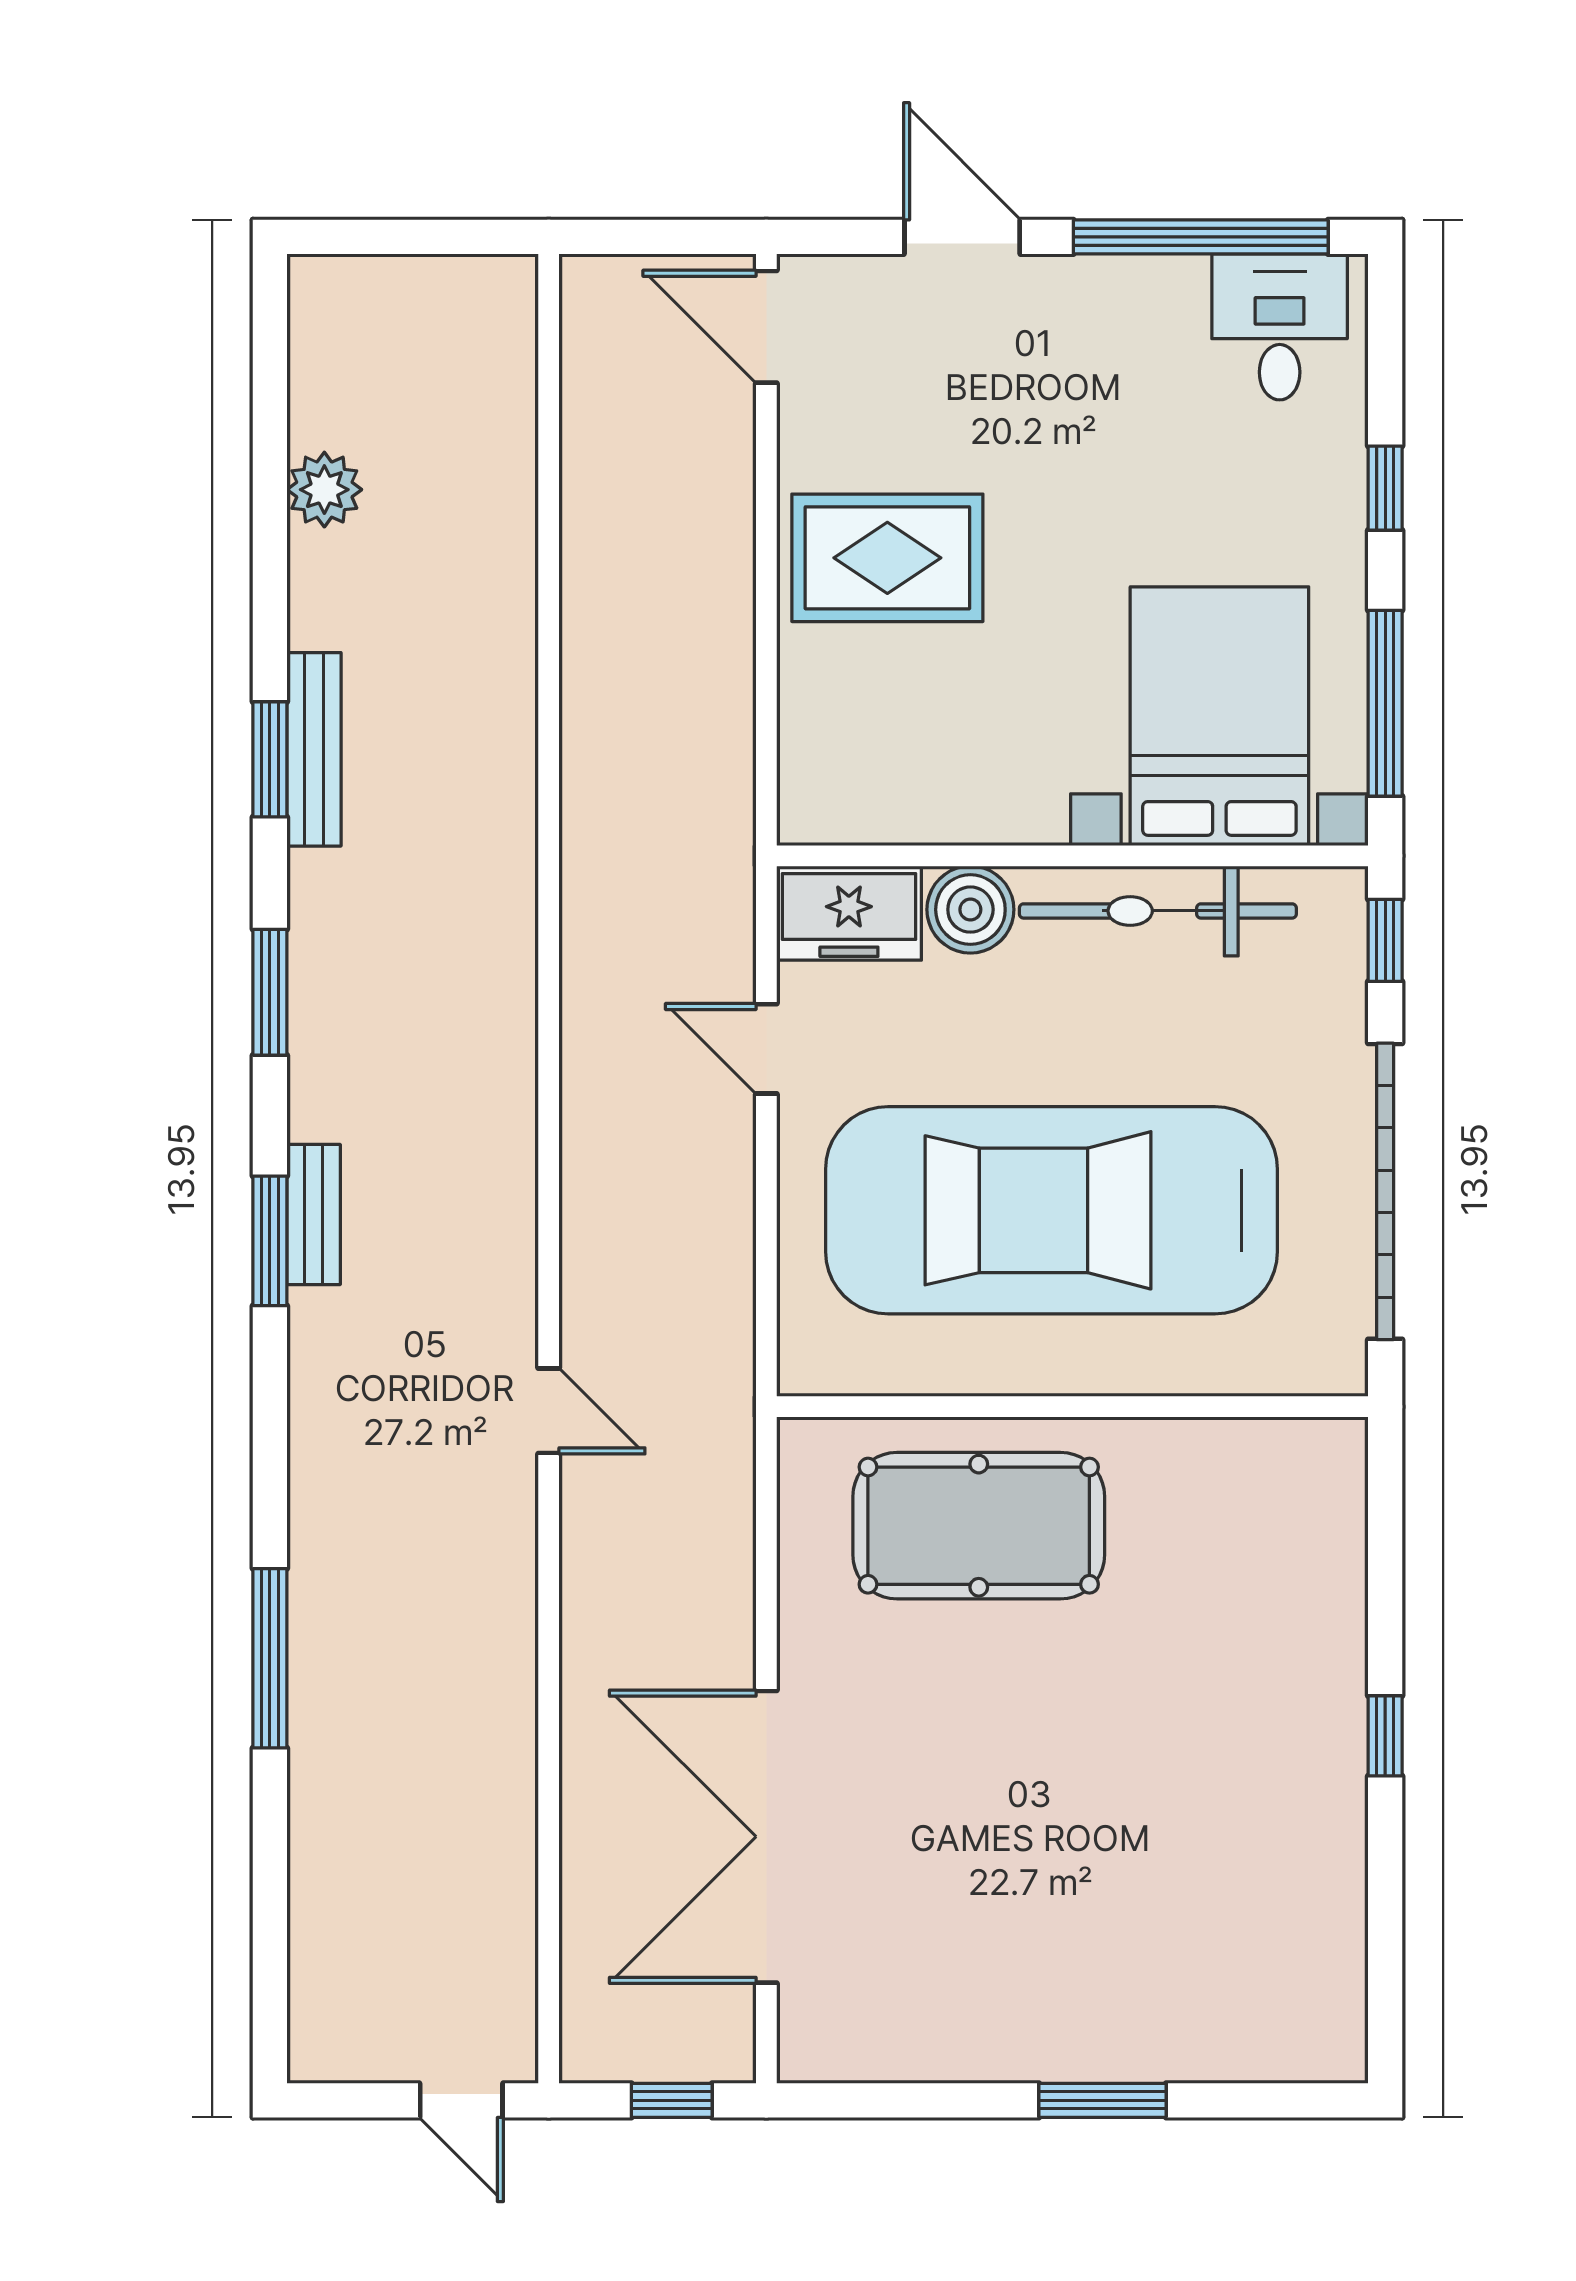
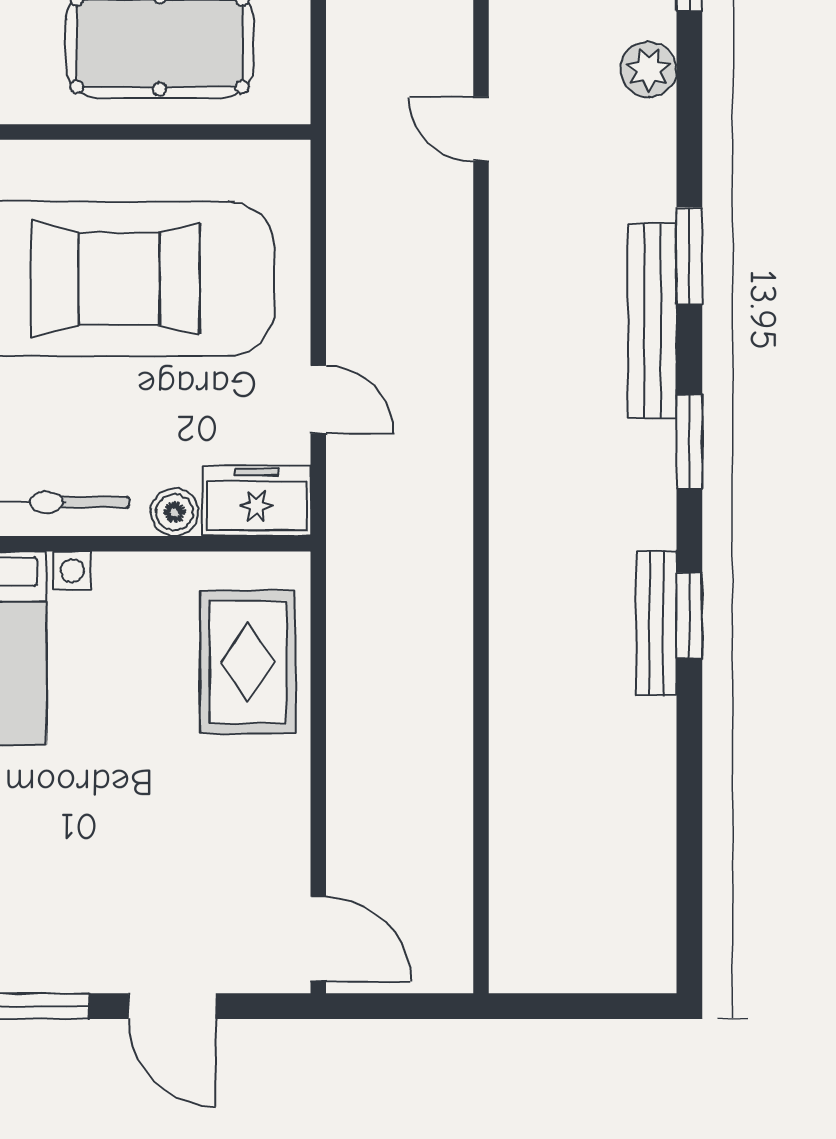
plant: (324, 490) -> (649, 69), moved
rug: (887, 558) -> (248, 662), moved, turned 90
boiler: (970, 910) -> (175, 512), width x0.73, depth x0.73
bench: (314, 1215) -> (652, 321), width x1.86, depth x1.21

